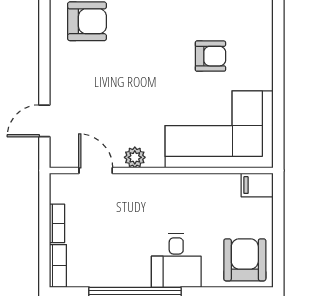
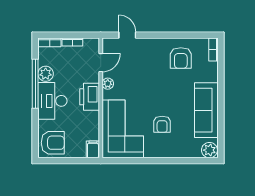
printer: (159, 191) -> (90, 97), added
desk: (176, 261) -> (52, 101), width x1.37
plant: (116, 273) -> (46, 74), added

